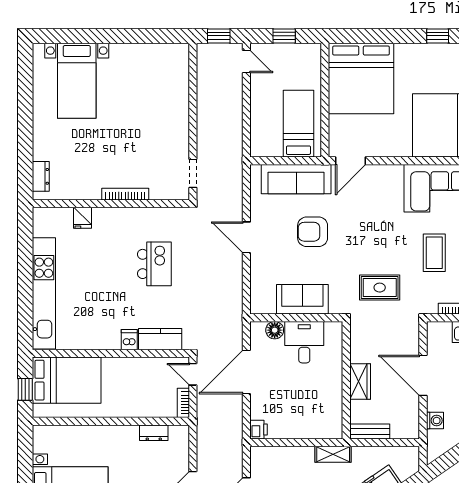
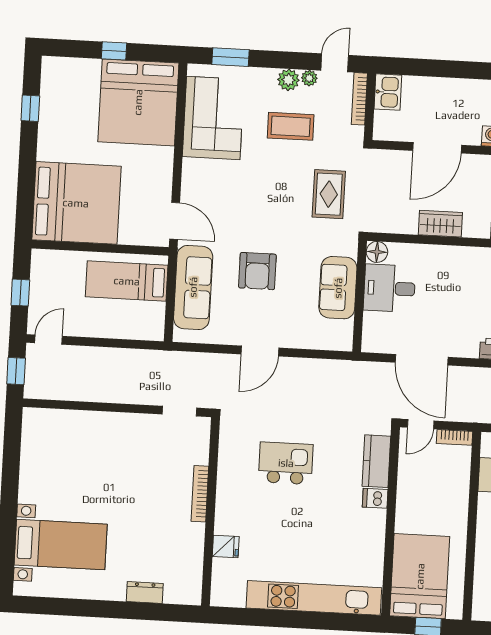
dresser: (41, 176) -> (145, 592), moved
floor lamp: (275, 330) -> (377, 252), moved

